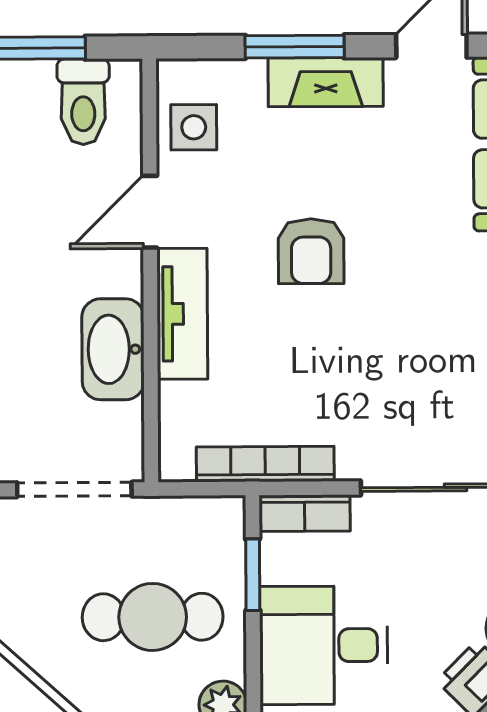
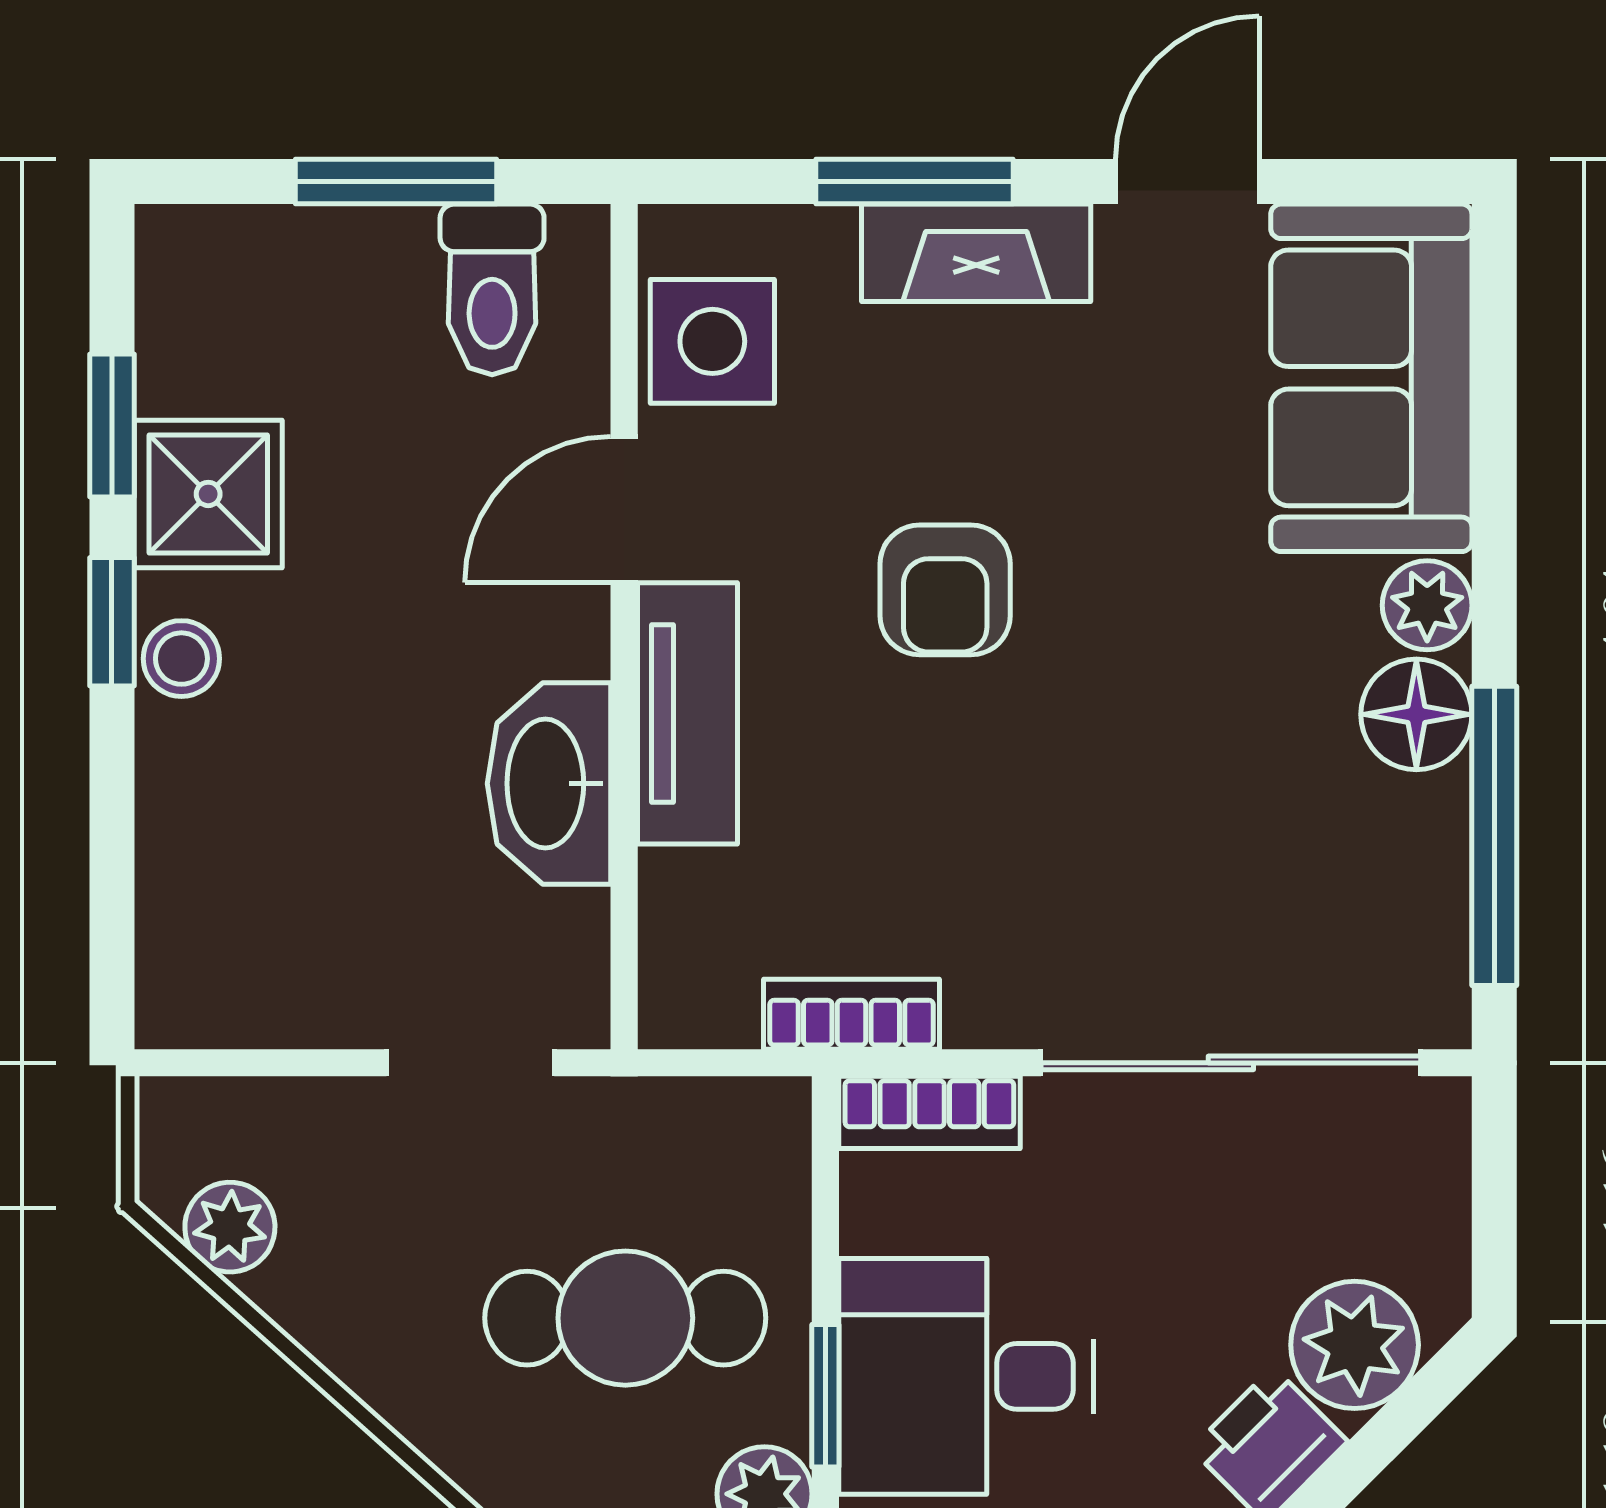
side table: (194, 127) -> (712, 341), width x1.37, depth x1.37
bookcase: (265, 464) -> (852, 1014), width x0.64
doorway: (74, 489) -> (470, 1063), width x0.73
window: (253, 575) -> (825, 1396), moved

